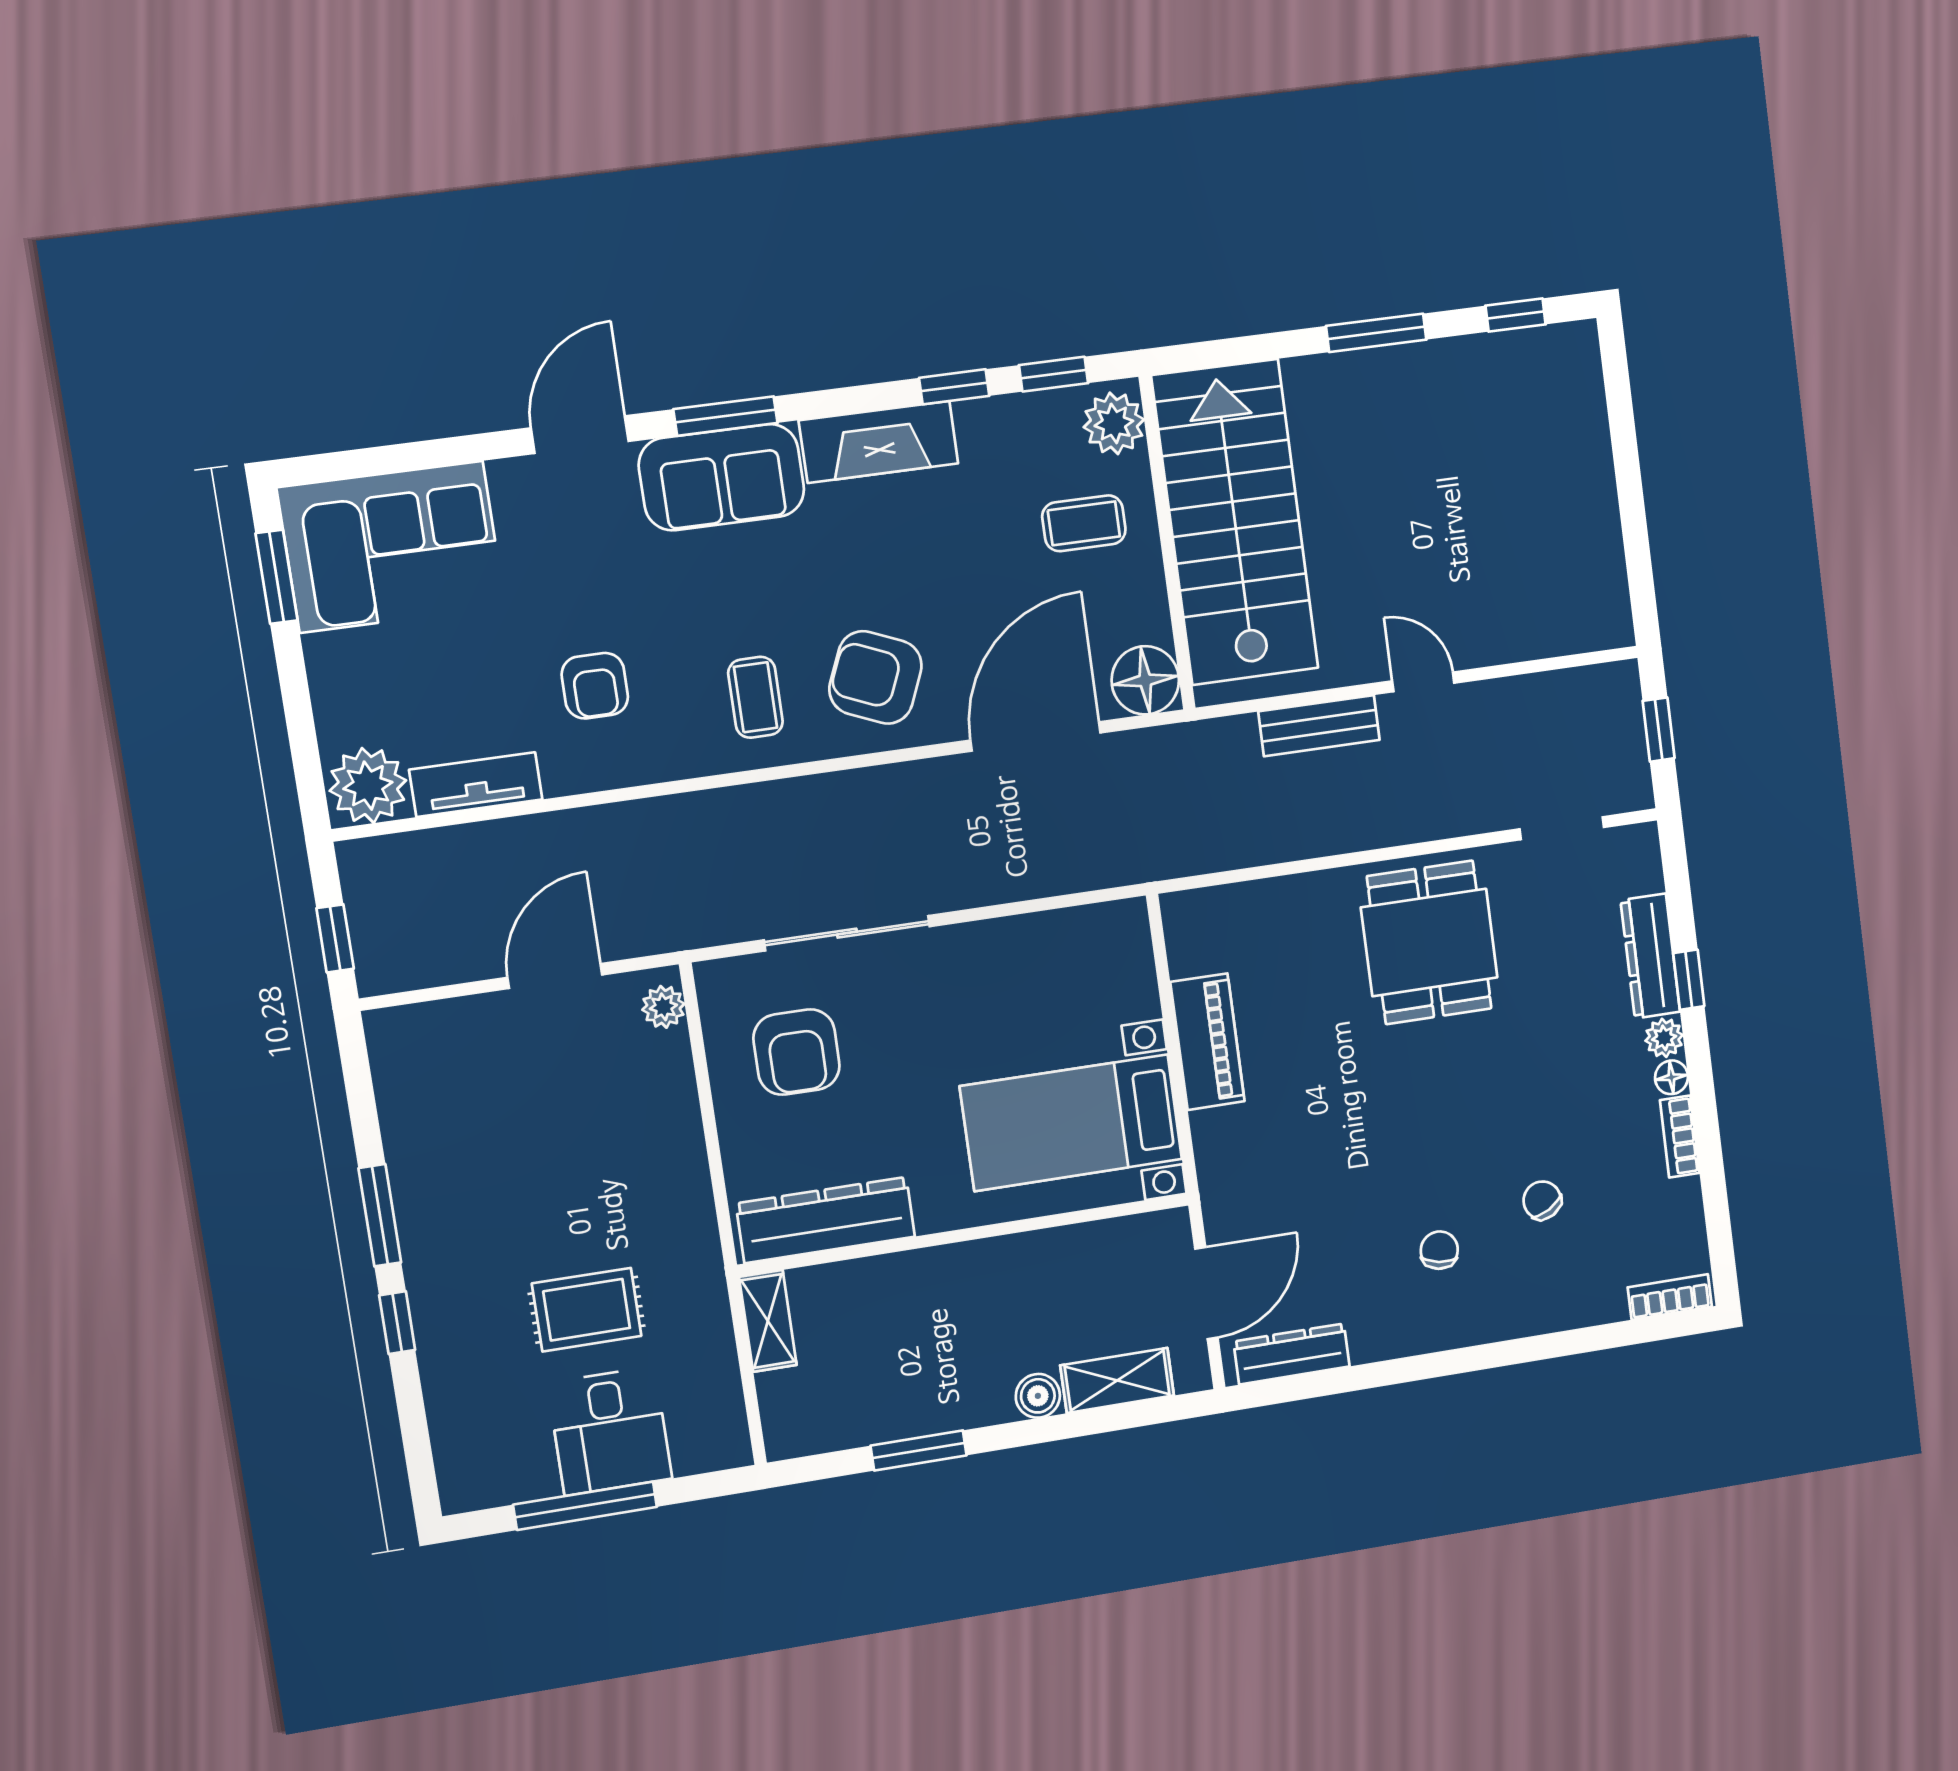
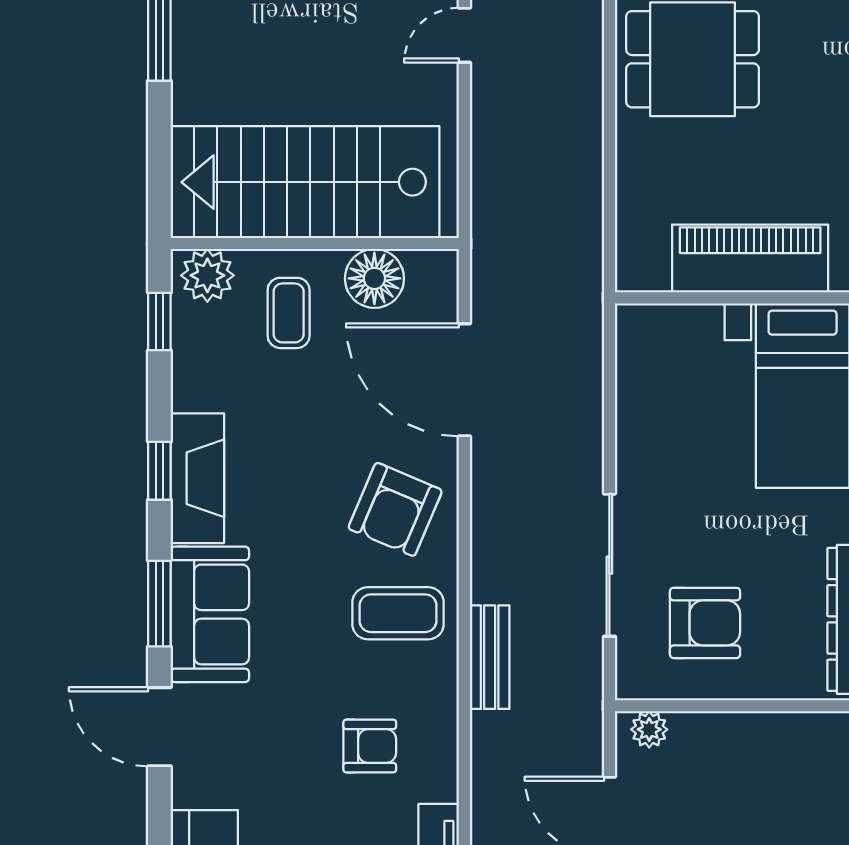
window: (954, 387) -> (159, 471), moved
floor lamp: (1145, 680) -> (374, 278), moved
coffee table: (755, 697) -> (398, 613), width x1.36, depth x1.30
bench: (1319, 726) -> (490, 657), moved
piano: (1208, 1042) -> (750, 259), width x1.37, depth x1.33

